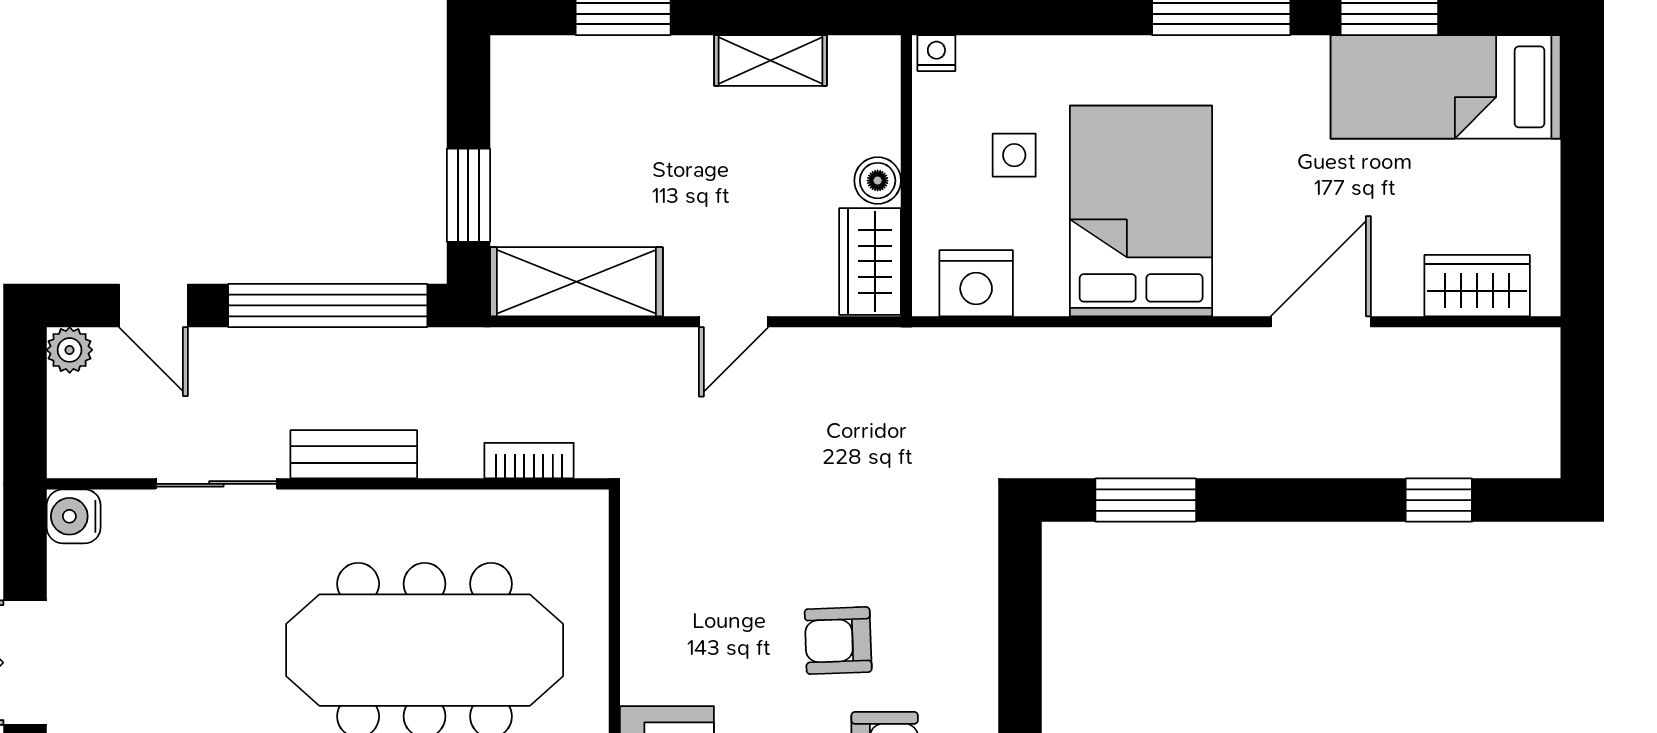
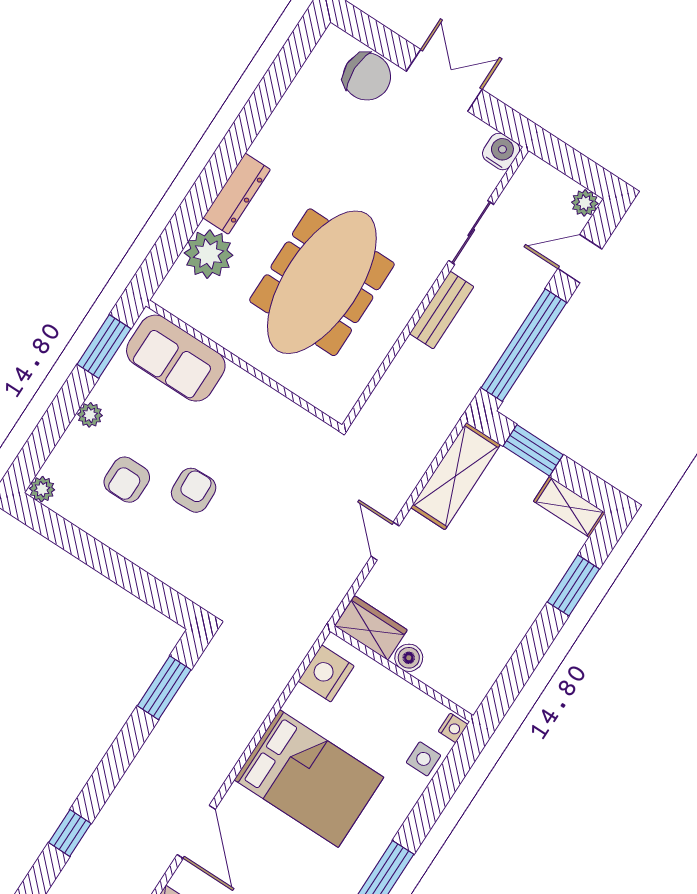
shelving: (770, 60) -> (569, 507), moved, turned 90
side table: (1014, 155) -> (424, 759), moved
bookcase: (529, 461) -> (382, 395), removed

